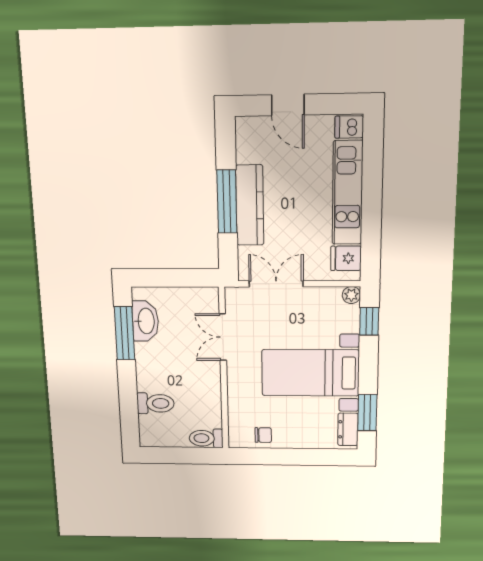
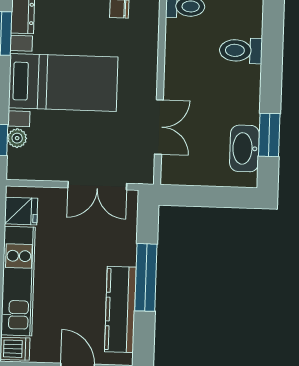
kitchen counter: (250, 205) -> (120, 309), moved
plant: (351, 295) -> (17, 138), moved
window: (125, 333) -> (269, 135), width x0.69

